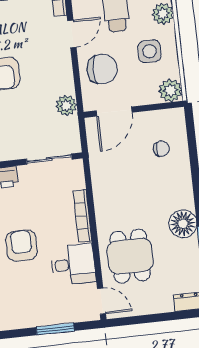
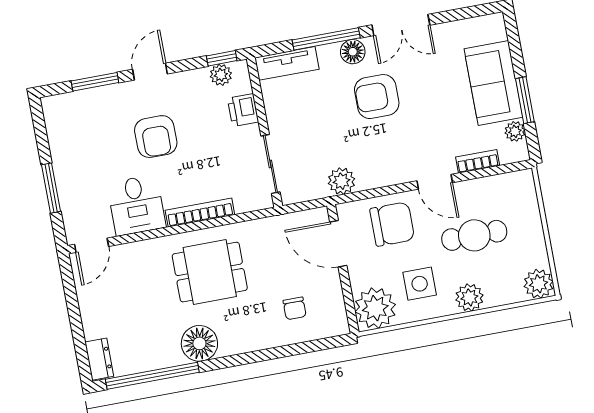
chair: (102, 69) -> (392, 224), turned -90
plant: (170, 90) -> (375, 308), width x1.36, depth x1.36
armchair: (22, 246) -> (156, 137), turned 90
dining table: (130, 256) -> (210, 272), moved

